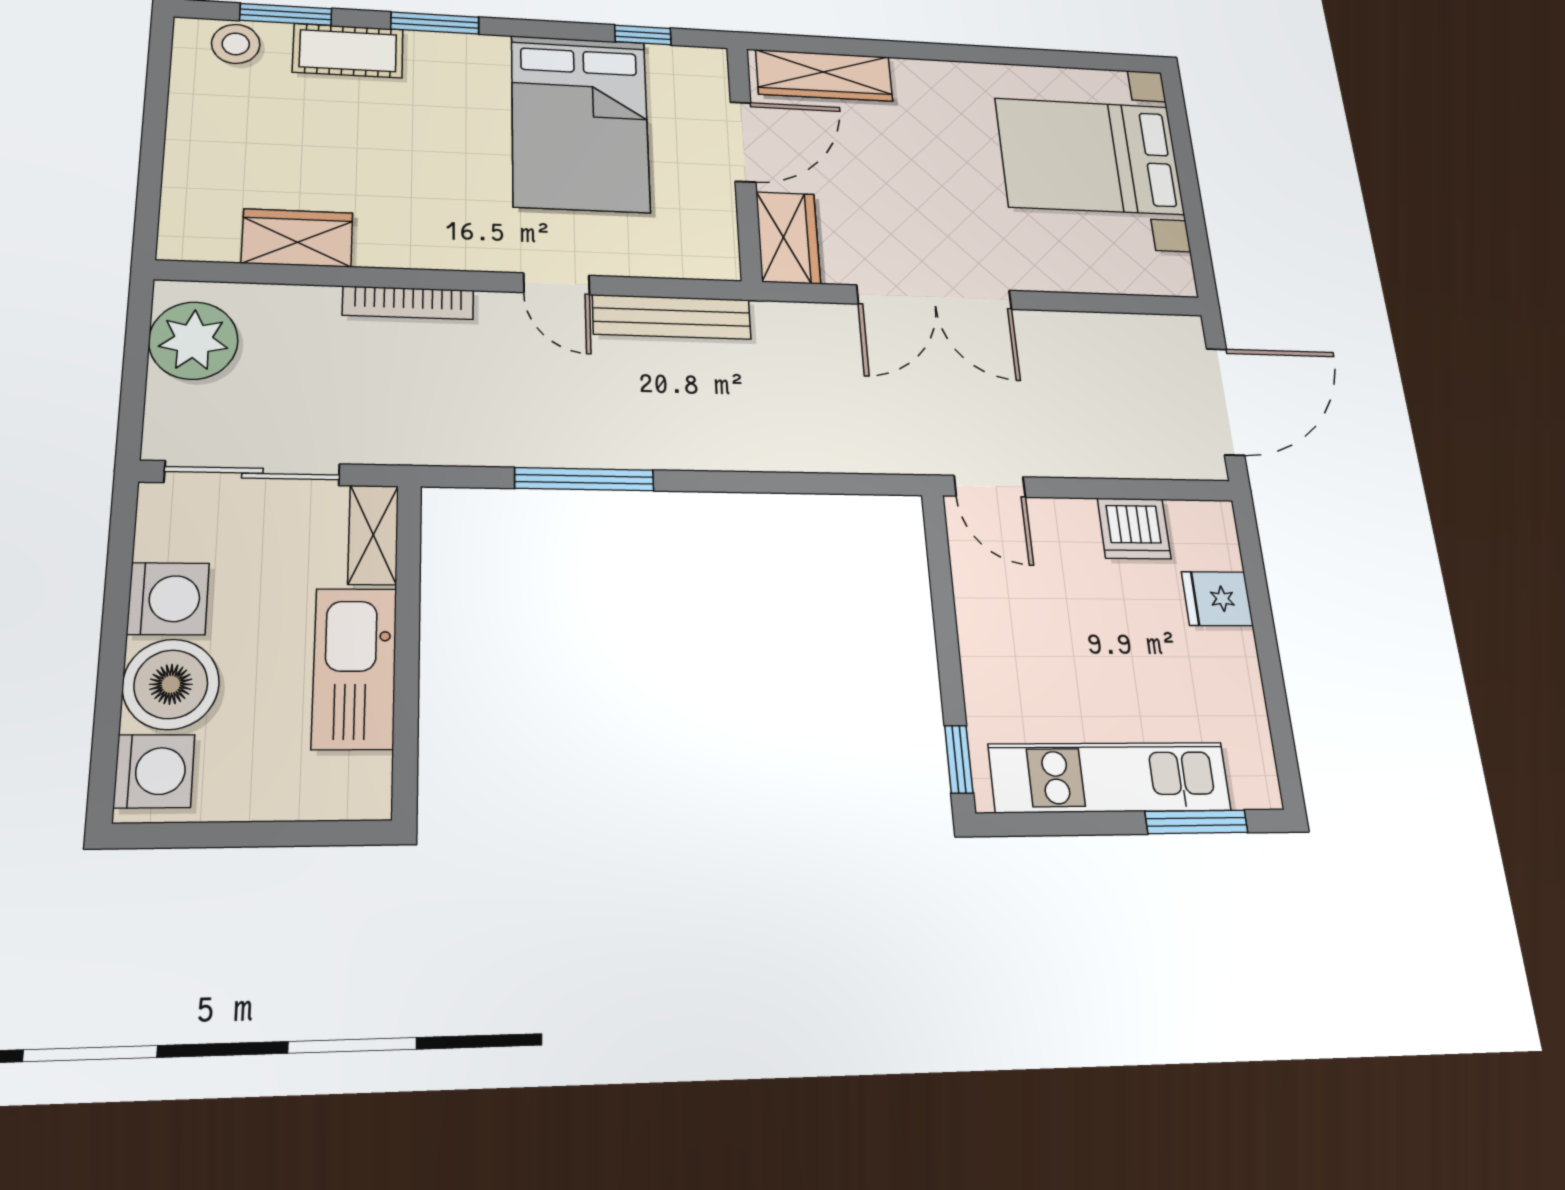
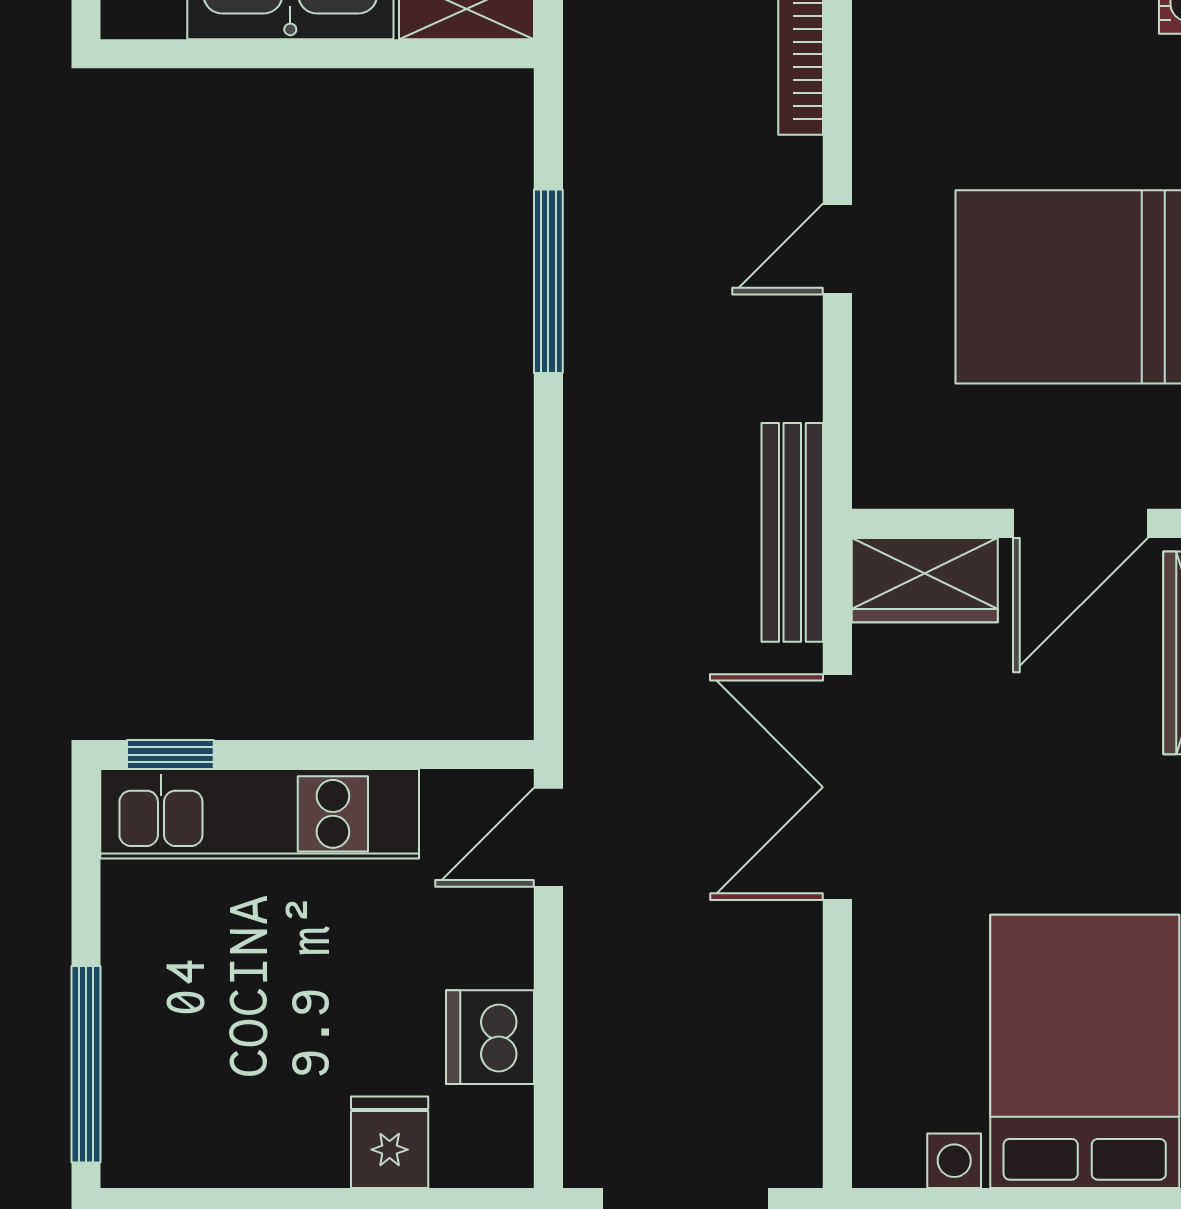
door: (743, 142) -> (1081, 523), hinge flipped
bench: (672, 317) -> (792, 532), moved
kitchen unit: (1110, 777) -> (260, 814), moved, turned 90
window: (1196, 822) -> (86, 1064), width x1.44

